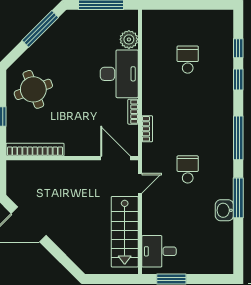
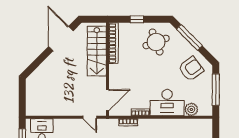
window: (40, 29) -> (189, 37), moved
armchair: (71, 40) -> (191, 69), added
stairs: (125, 232) -> (97, 51), moved, turned -90

